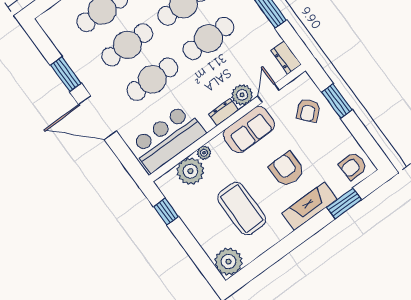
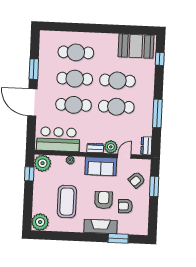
armchair: (353, 166) -> (125, 206), moved
plant: (190, 171) -> (43, 163), moved

